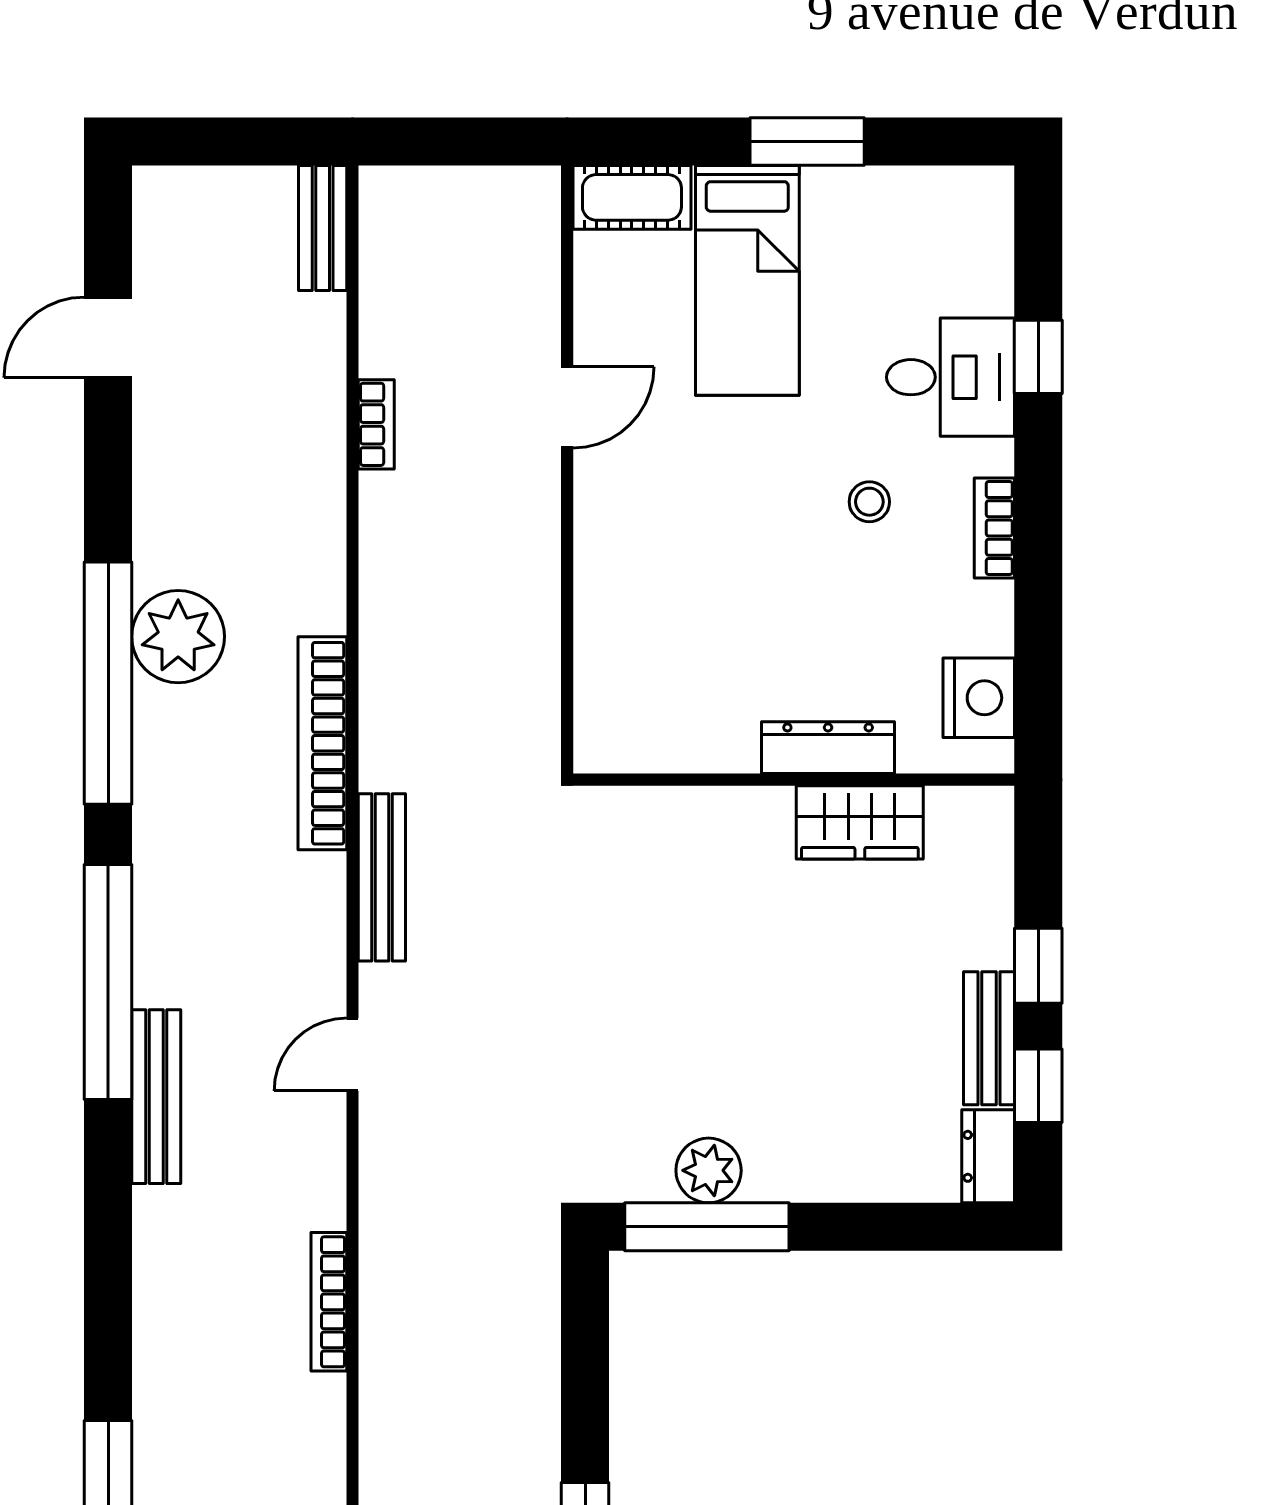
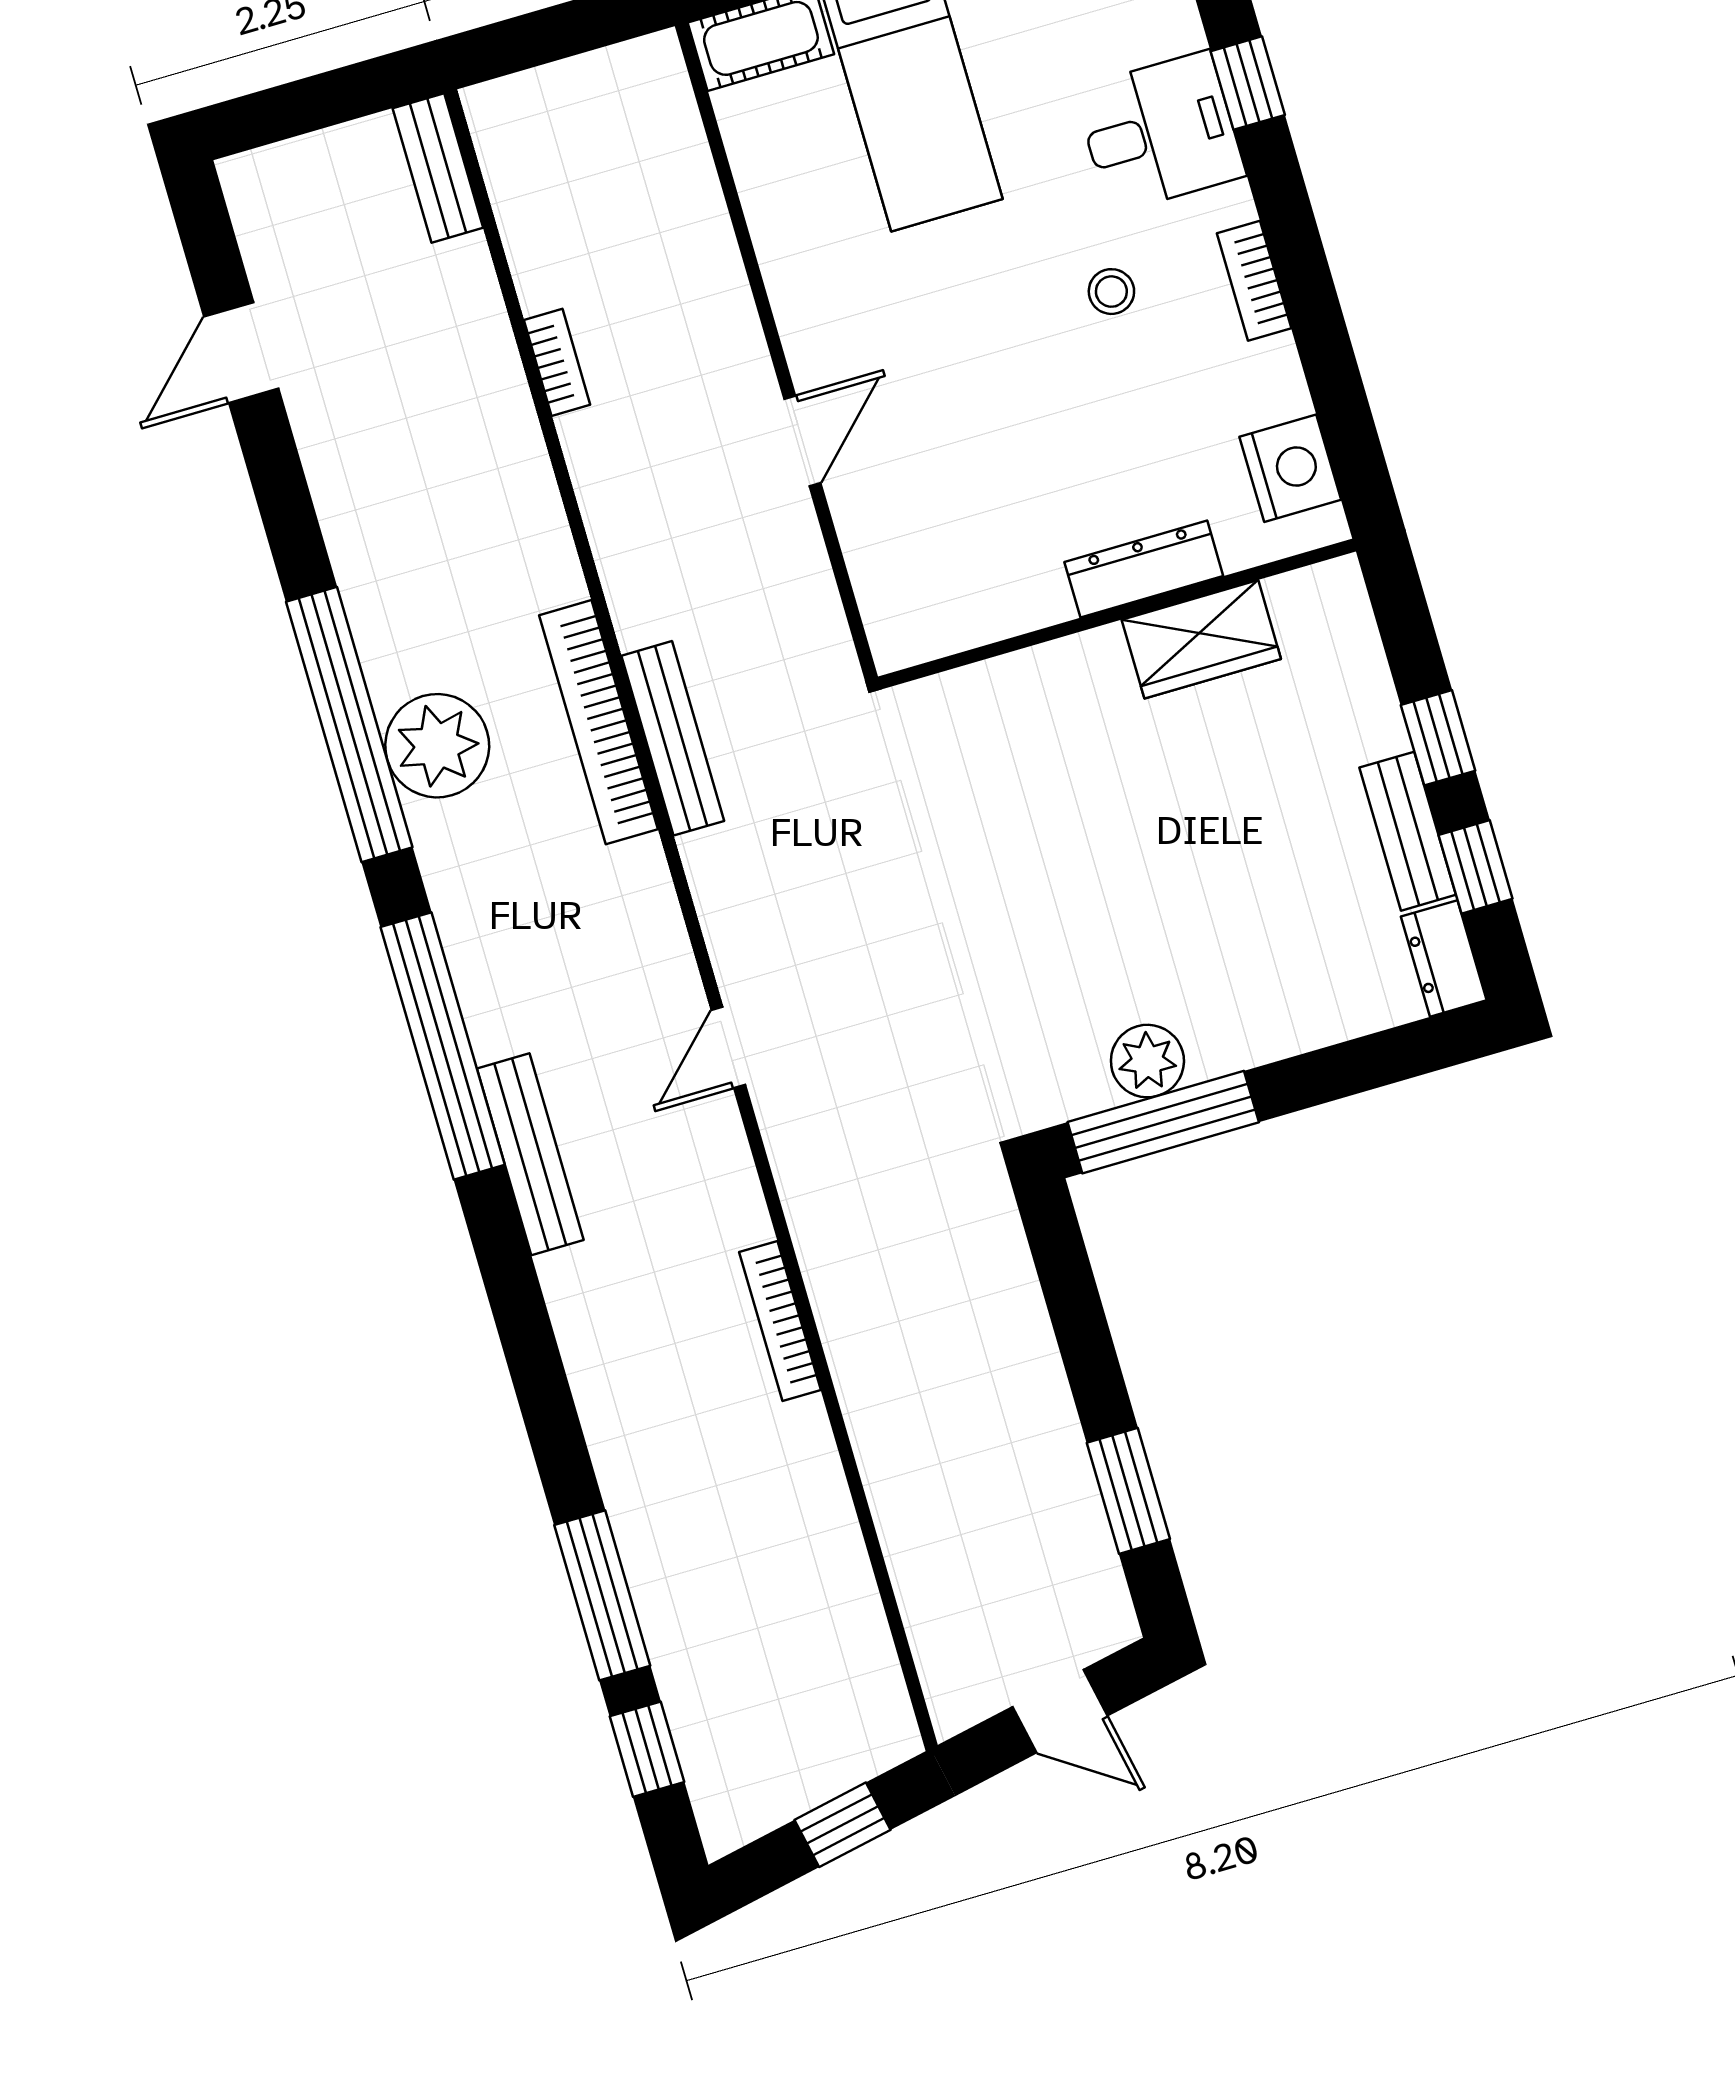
door: (567, 407) -> (802, 441), moved
plant: (178, 637) -> (437, 746), moved
bench: (382, 877) -> (673, 738), moved

